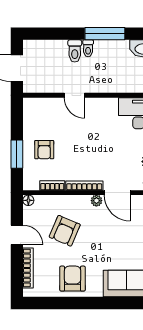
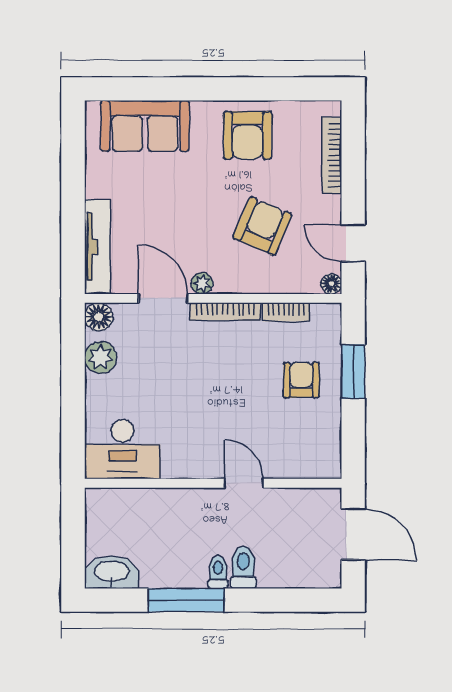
door: (17, 235) -> (353, 243), moved

